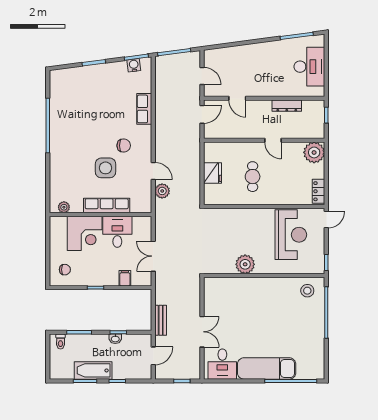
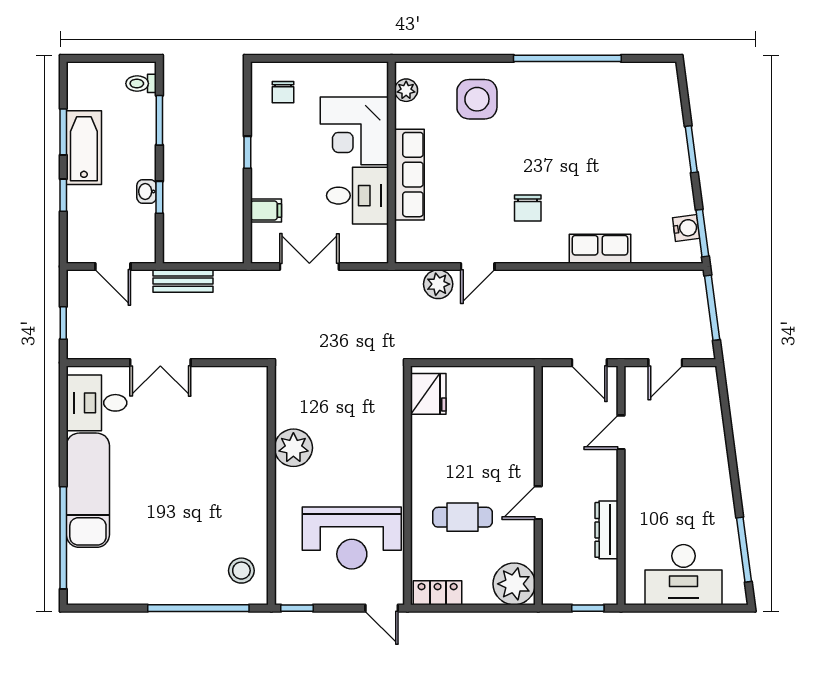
side table: (106, 168) -> (477, 99), moved
fridge: (212, 173) -> (428, 394), moved, turned -90
cafe table: (253, 177) -> (462, 517), moved

